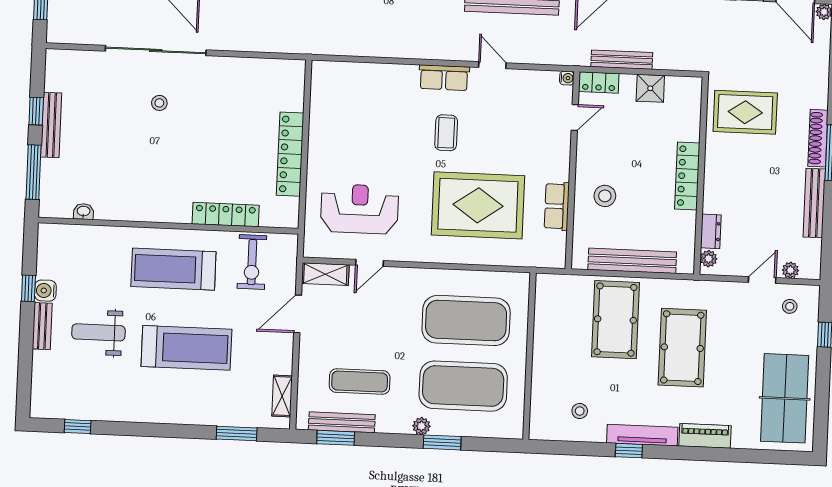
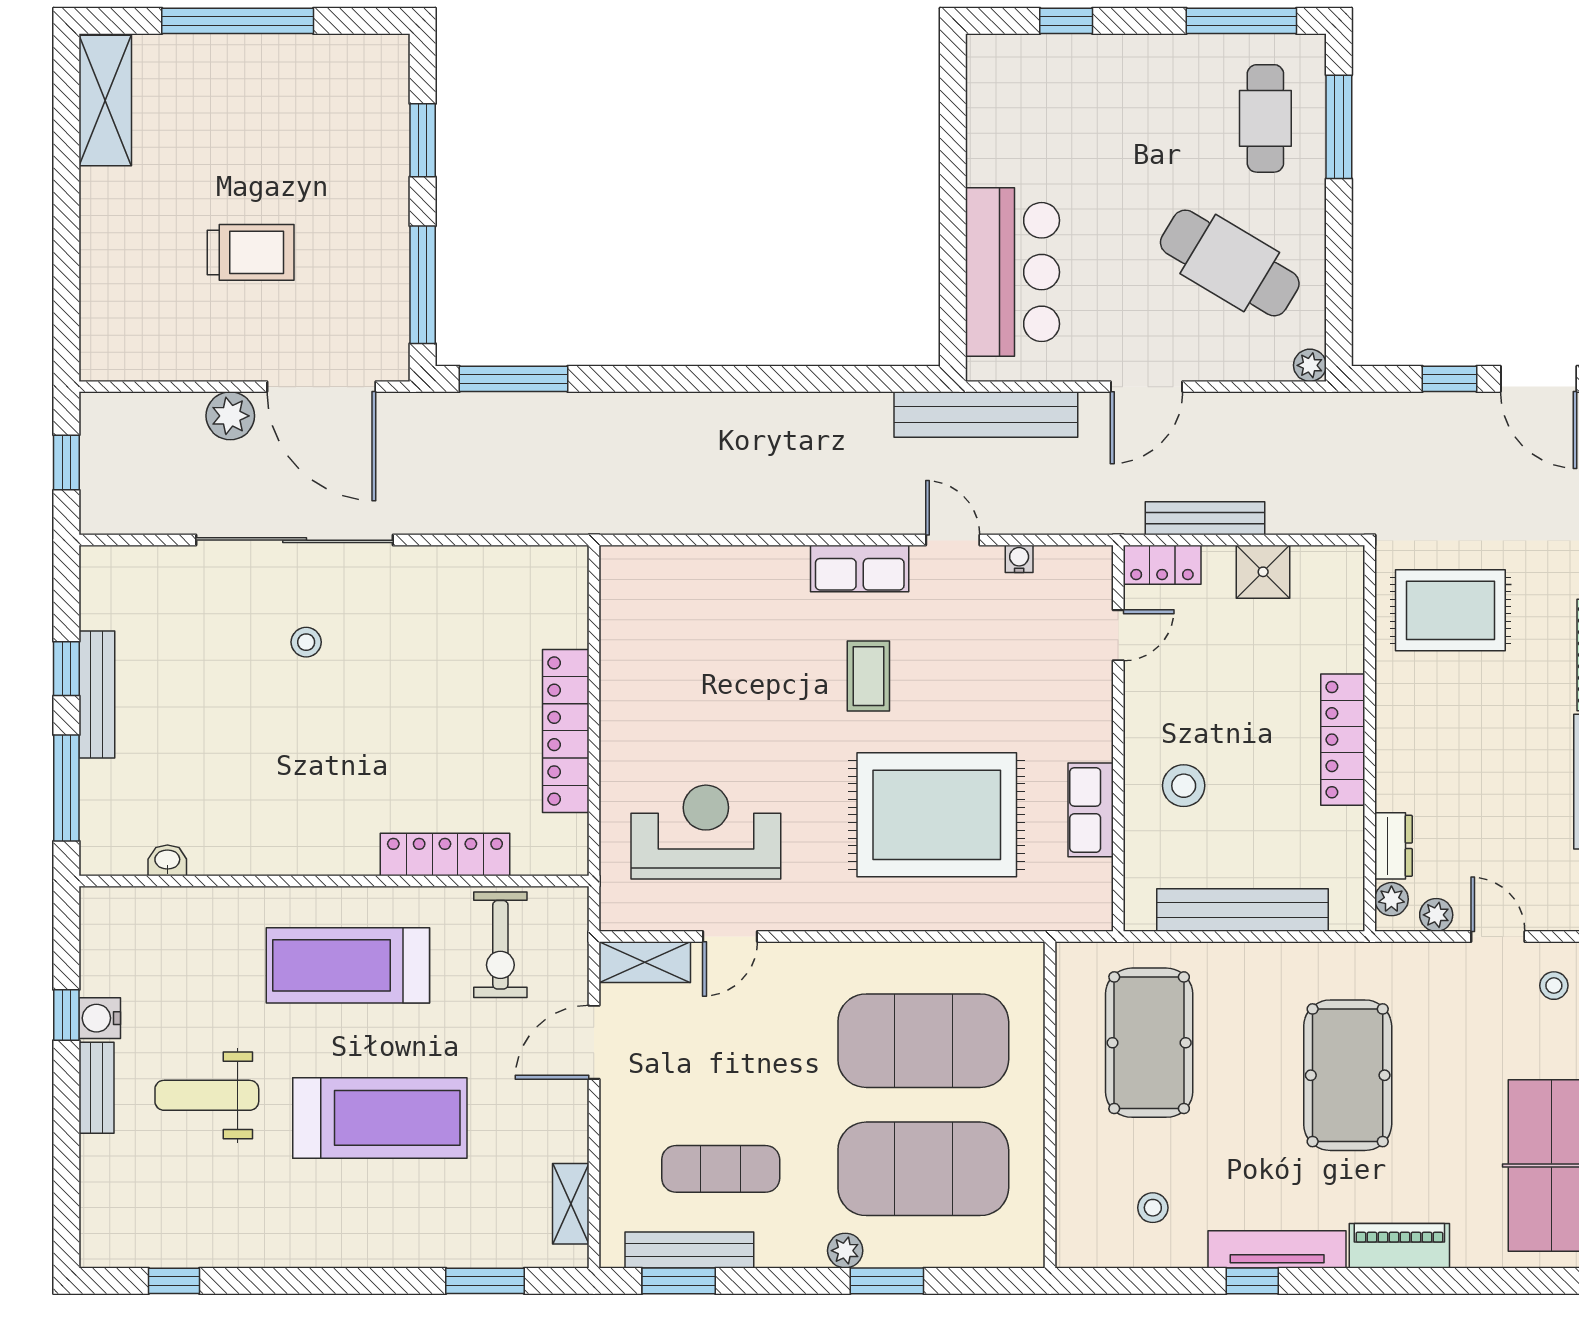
water cooler: (567, 78) -> (1019, 559), moved, turned -90
plant: (790, 270) -> (1436, 915), moved
door: (762, 280) -> (1498, 936), hinge flipped
pool table: (615, 320) -> (1149, 1043), moved

